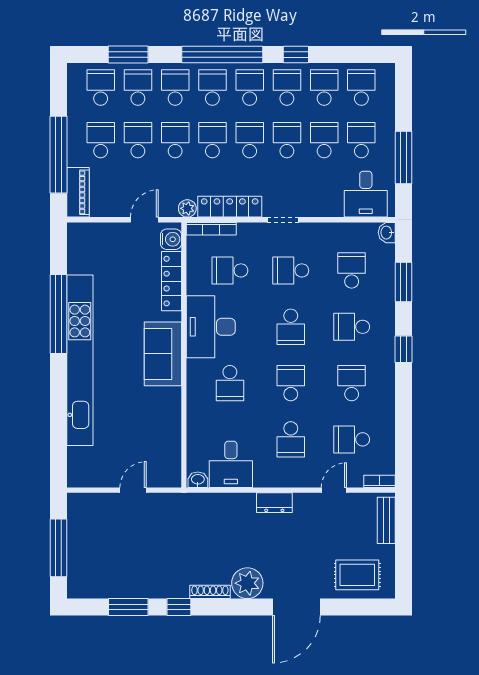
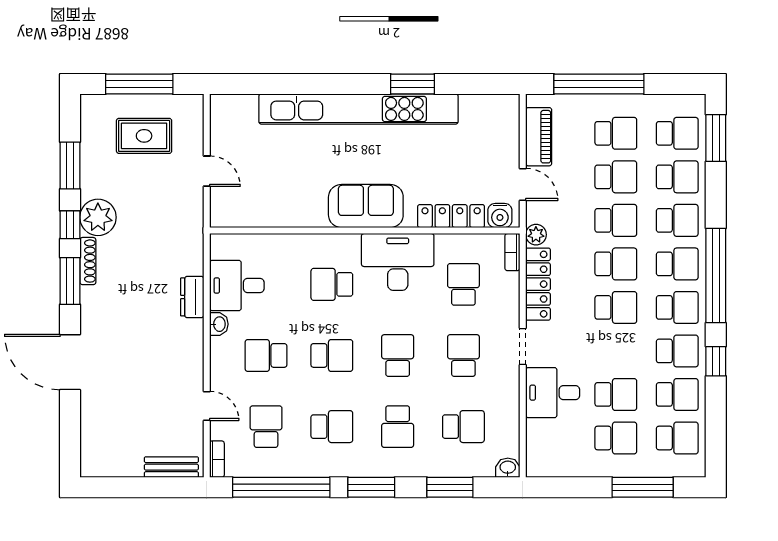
window: (128, 55) -> (716, 138), moved
school desk: (287, 140) -> (616, 351), removed
window: (404, 158) -> (643, 487), moved
piano: (78, 192) -> (539, 137), moved, turned -90
desk: (366, 194) -> (553, 393), moved
bookcase: (211, 229) -> (512, 252), width x0.64
window: (59, 314) -> (412, 84), width x0.47
school desk: (291, 327) -> (398, 355), turned 90
school desk: (352, 327) -> (398, 427), turned 180
window: (404, 349) -> (371, 487), width x1.50
window: (404, 426) -> (281, 487), added
washbasin: (198, 480) -> (219, 324), moved
dresser: (274, 503) -> (192, 297), moved
rug: (357, 575) -> (144, 136), moved, turned 90
plant: (247, 583) -> (98, 217), moved
window: (227, 607) -> (70, 281), added

